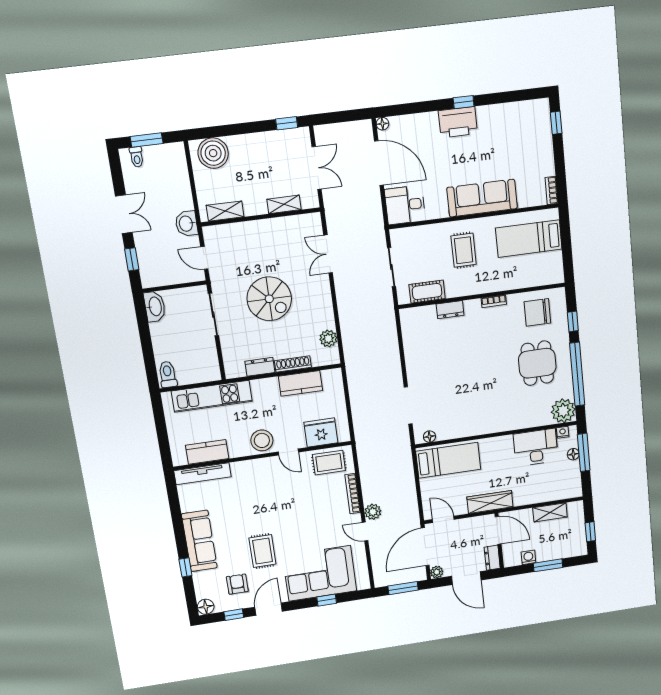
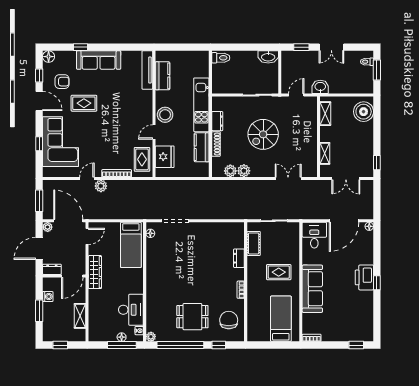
plant: (326, 319) -> (244, 171), added
kitchen unit: (212, 396) -> (201, 105), moved
plant: (563, 411) -> (151, 337), width x0.53, depth x0.53

